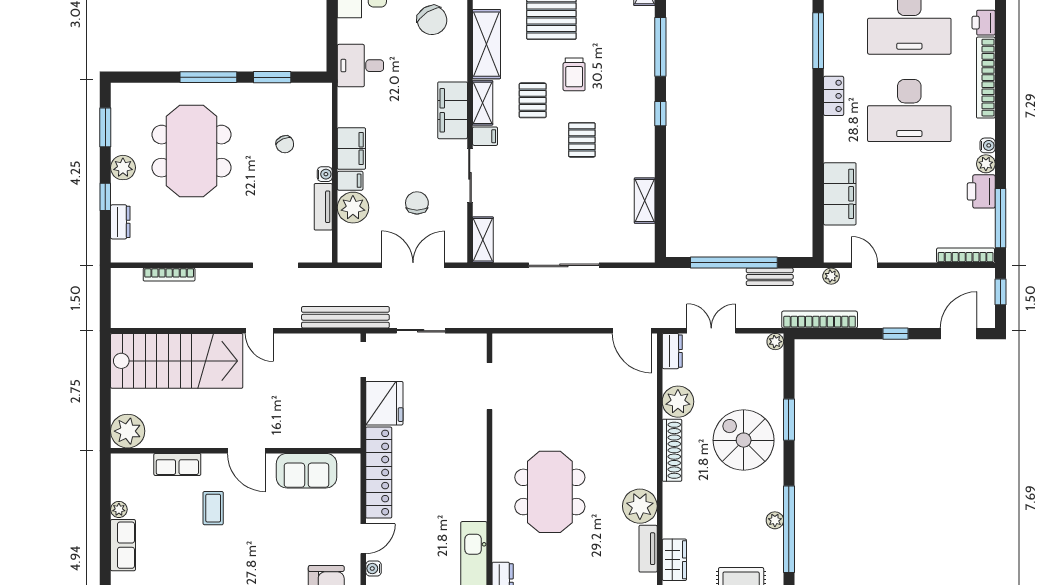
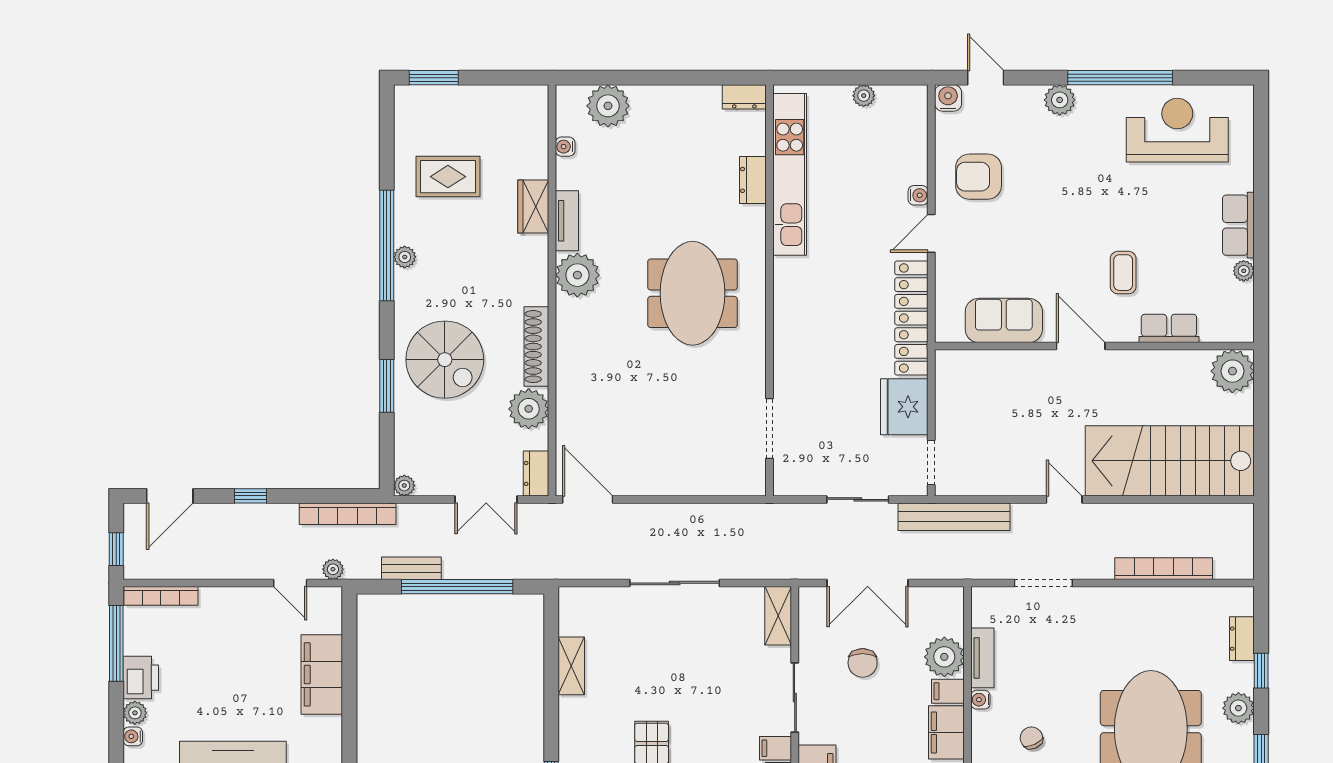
bookcase: (169, 275) -> (1164, 569), width x1.48, depth x1.31

